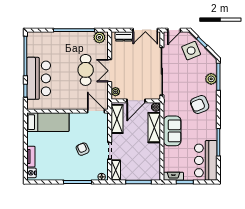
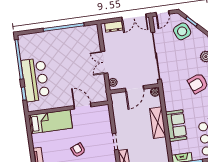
plant: (99, 37) -> (90, 31), removed
cafe table: (86, 70) -> (80, 65), removed
door: (96, 111) -> (83, 106), moved
shelving: (117, 119) -> (118, 109), removed
shelving: (154, 128) -> (158, 123), moved
sofa: (172, 131) -> (176, 126), moved
armchair: (83, 149) -> (78, 150), moved

